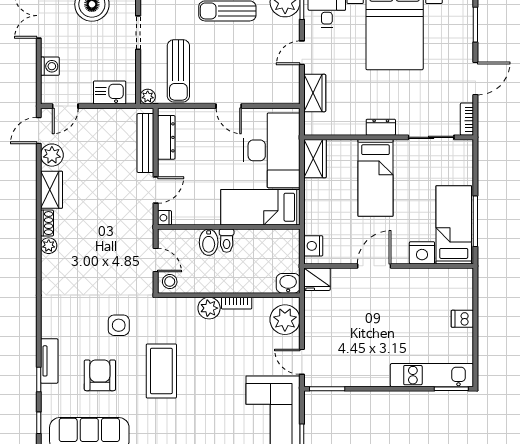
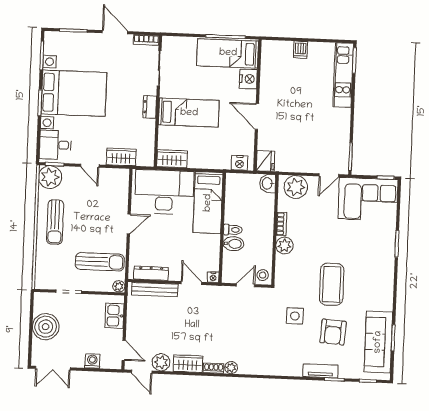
coffee table: (161, 371) -> (332, 284), turned 90
armchair: (100, 375) -> (333, 332), turned -86

